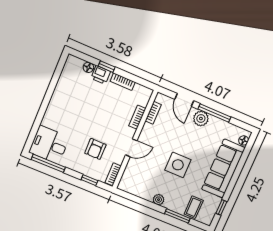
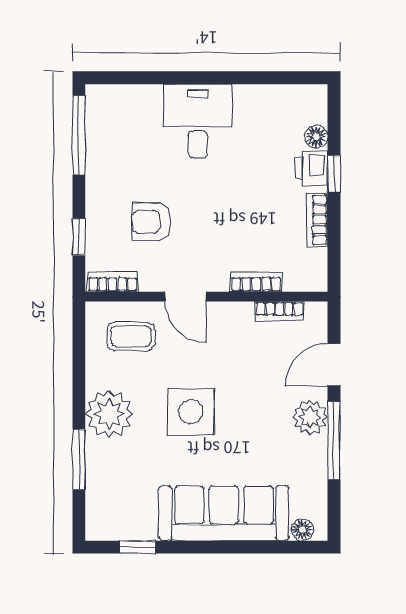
desk: (49, 145) -> (198, 121), moved
plant: (159, 200) -> (109, 414), width x1.88, depth x1.88
coffee table: (194, 207) -> (131, 336), moved

